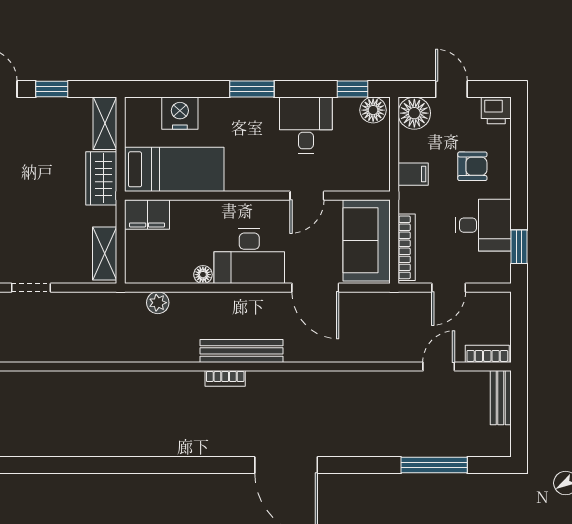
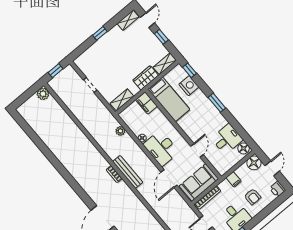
window: (353, 89) -> (190, 70), moved
desk: (306, 125) -> (227, 139), moved
door: (307, 196) -> (197, 150), swing flipped

